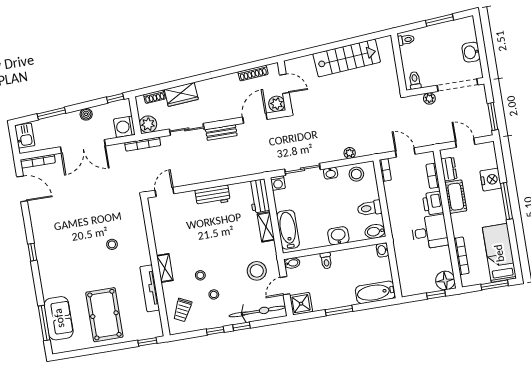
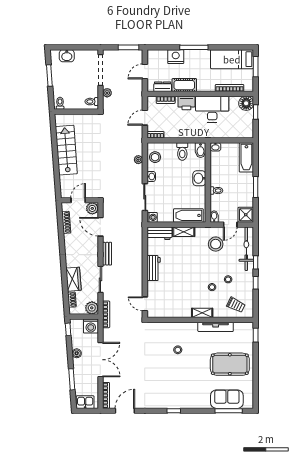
washbasin: (471, 52) -> (67, 56), moved
desk: (430, 232) -> (212, 109), width x1.37
door: (285, 286) -> (230, 225), hinge flipped

